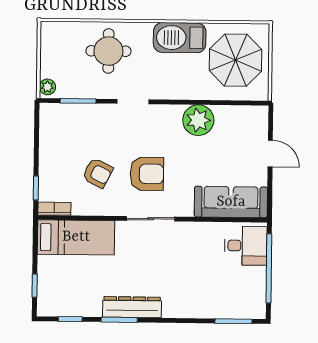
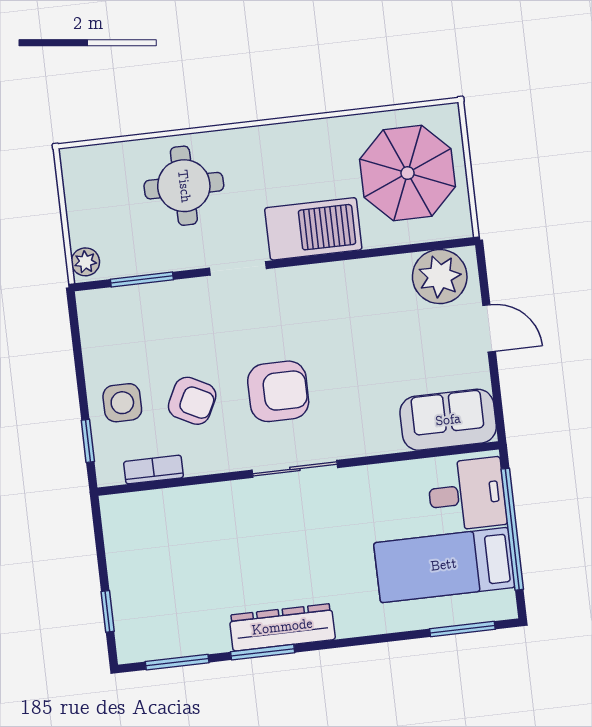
barbecue: (180, 38) -> (313, 229), moved, turned 180
plant: (198, 120) -> (440, 277), moved
side table: (58, 169) -> (122, 403), added
sofa: (231, 202) -> (448, 420), width x0.73
bookcase: (54, 209) -> (154, 470), moved
bed: (76, 237) -> (444, 565), moved, turned 180
window: (70, 319) -> (177, 662), width x1.50

